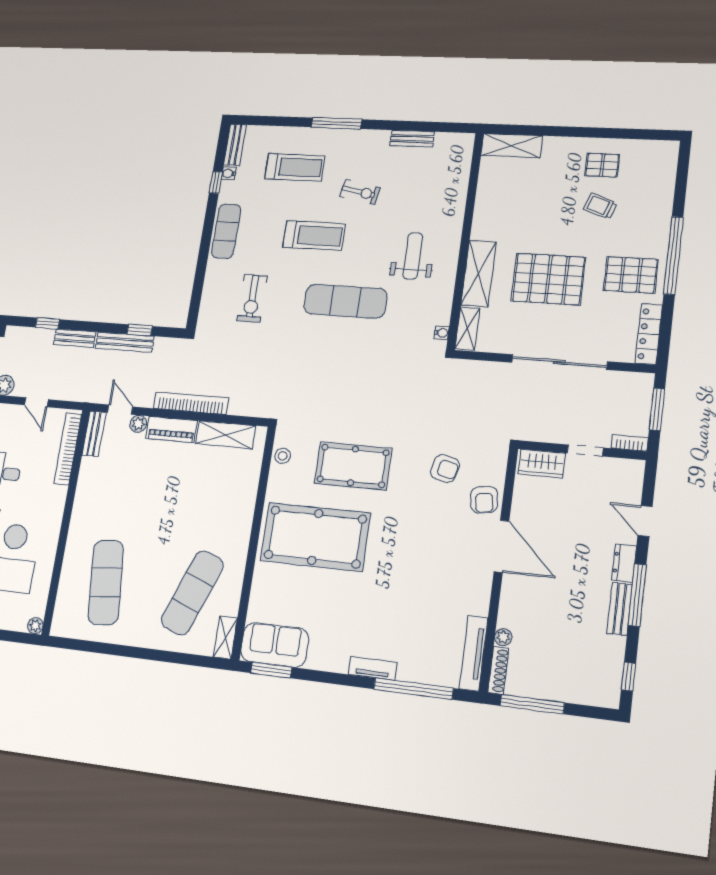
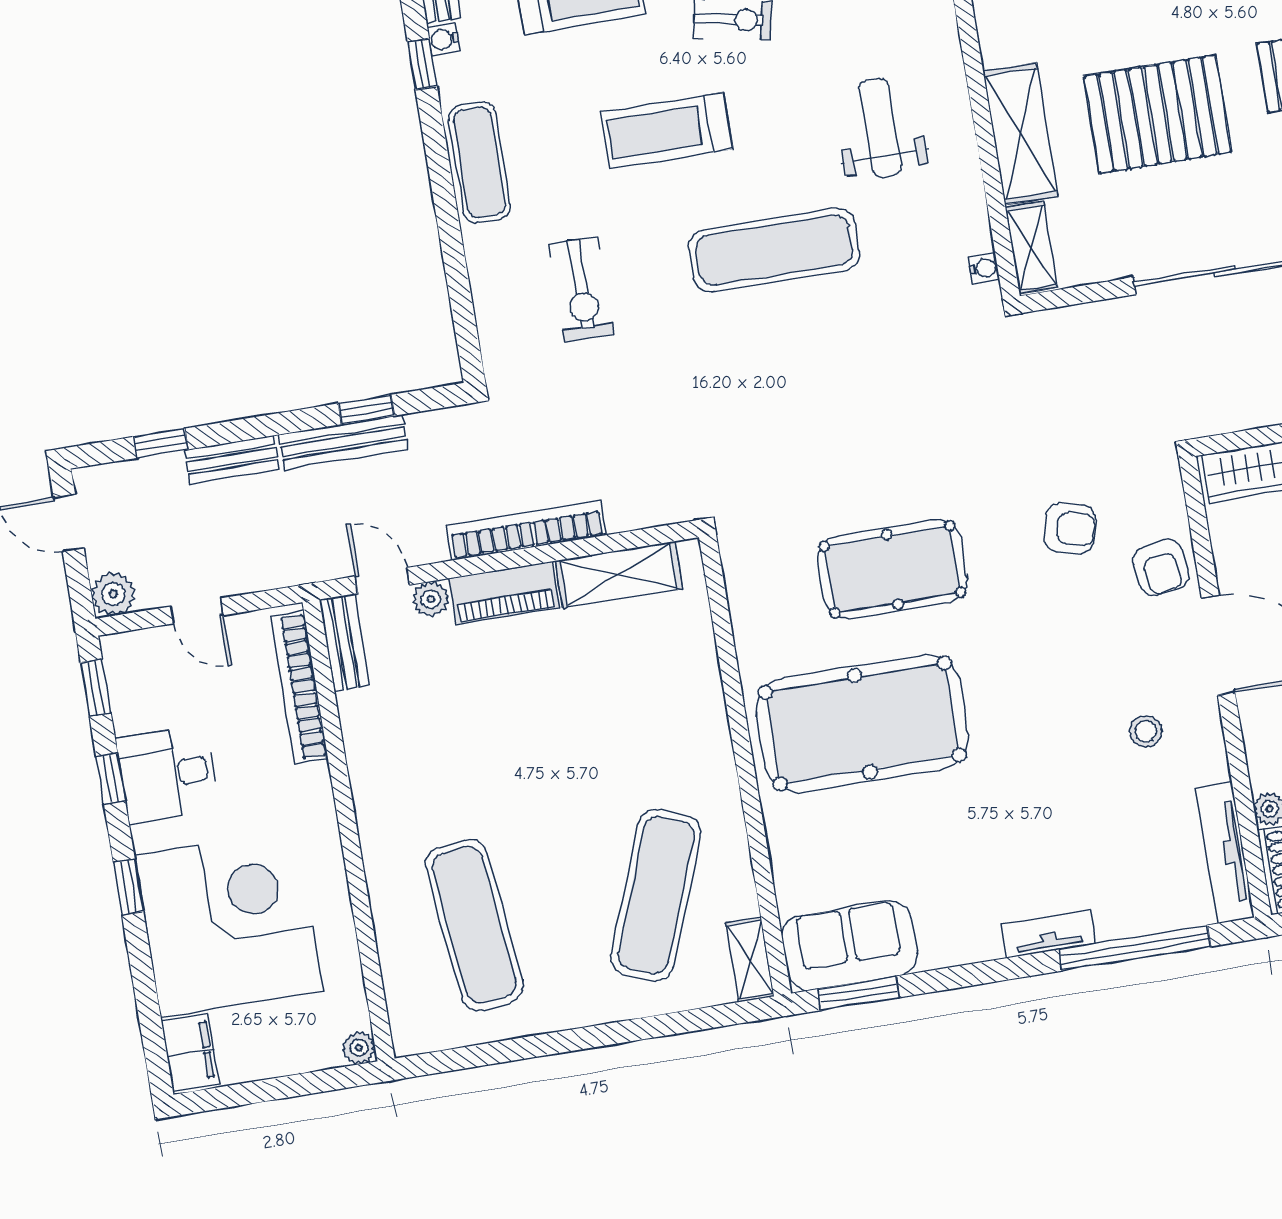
treadmill: (314, 236) -> (667, 131), turned 180
stool: (283, 456) -> (1146, 731), moved

